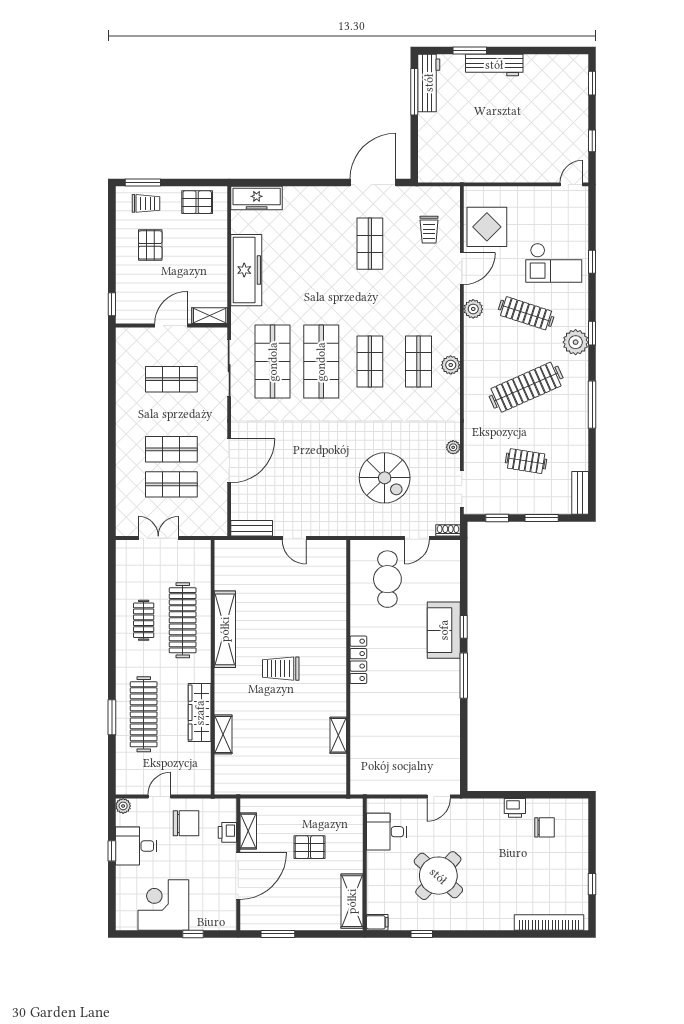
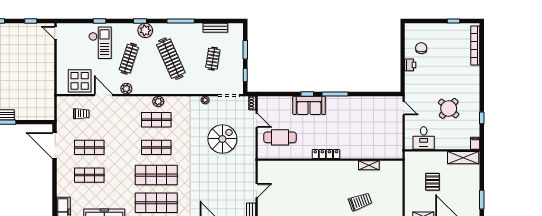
shop shelf: (321, 244) -> (89, 175), added
bench: (580, 493) -> (215, 28), moved
trolley: (281, 669) -> (360, 202), moved, turned -110
round table: (438, 876) -> (449, 108), width x0.73, depth x0.73

